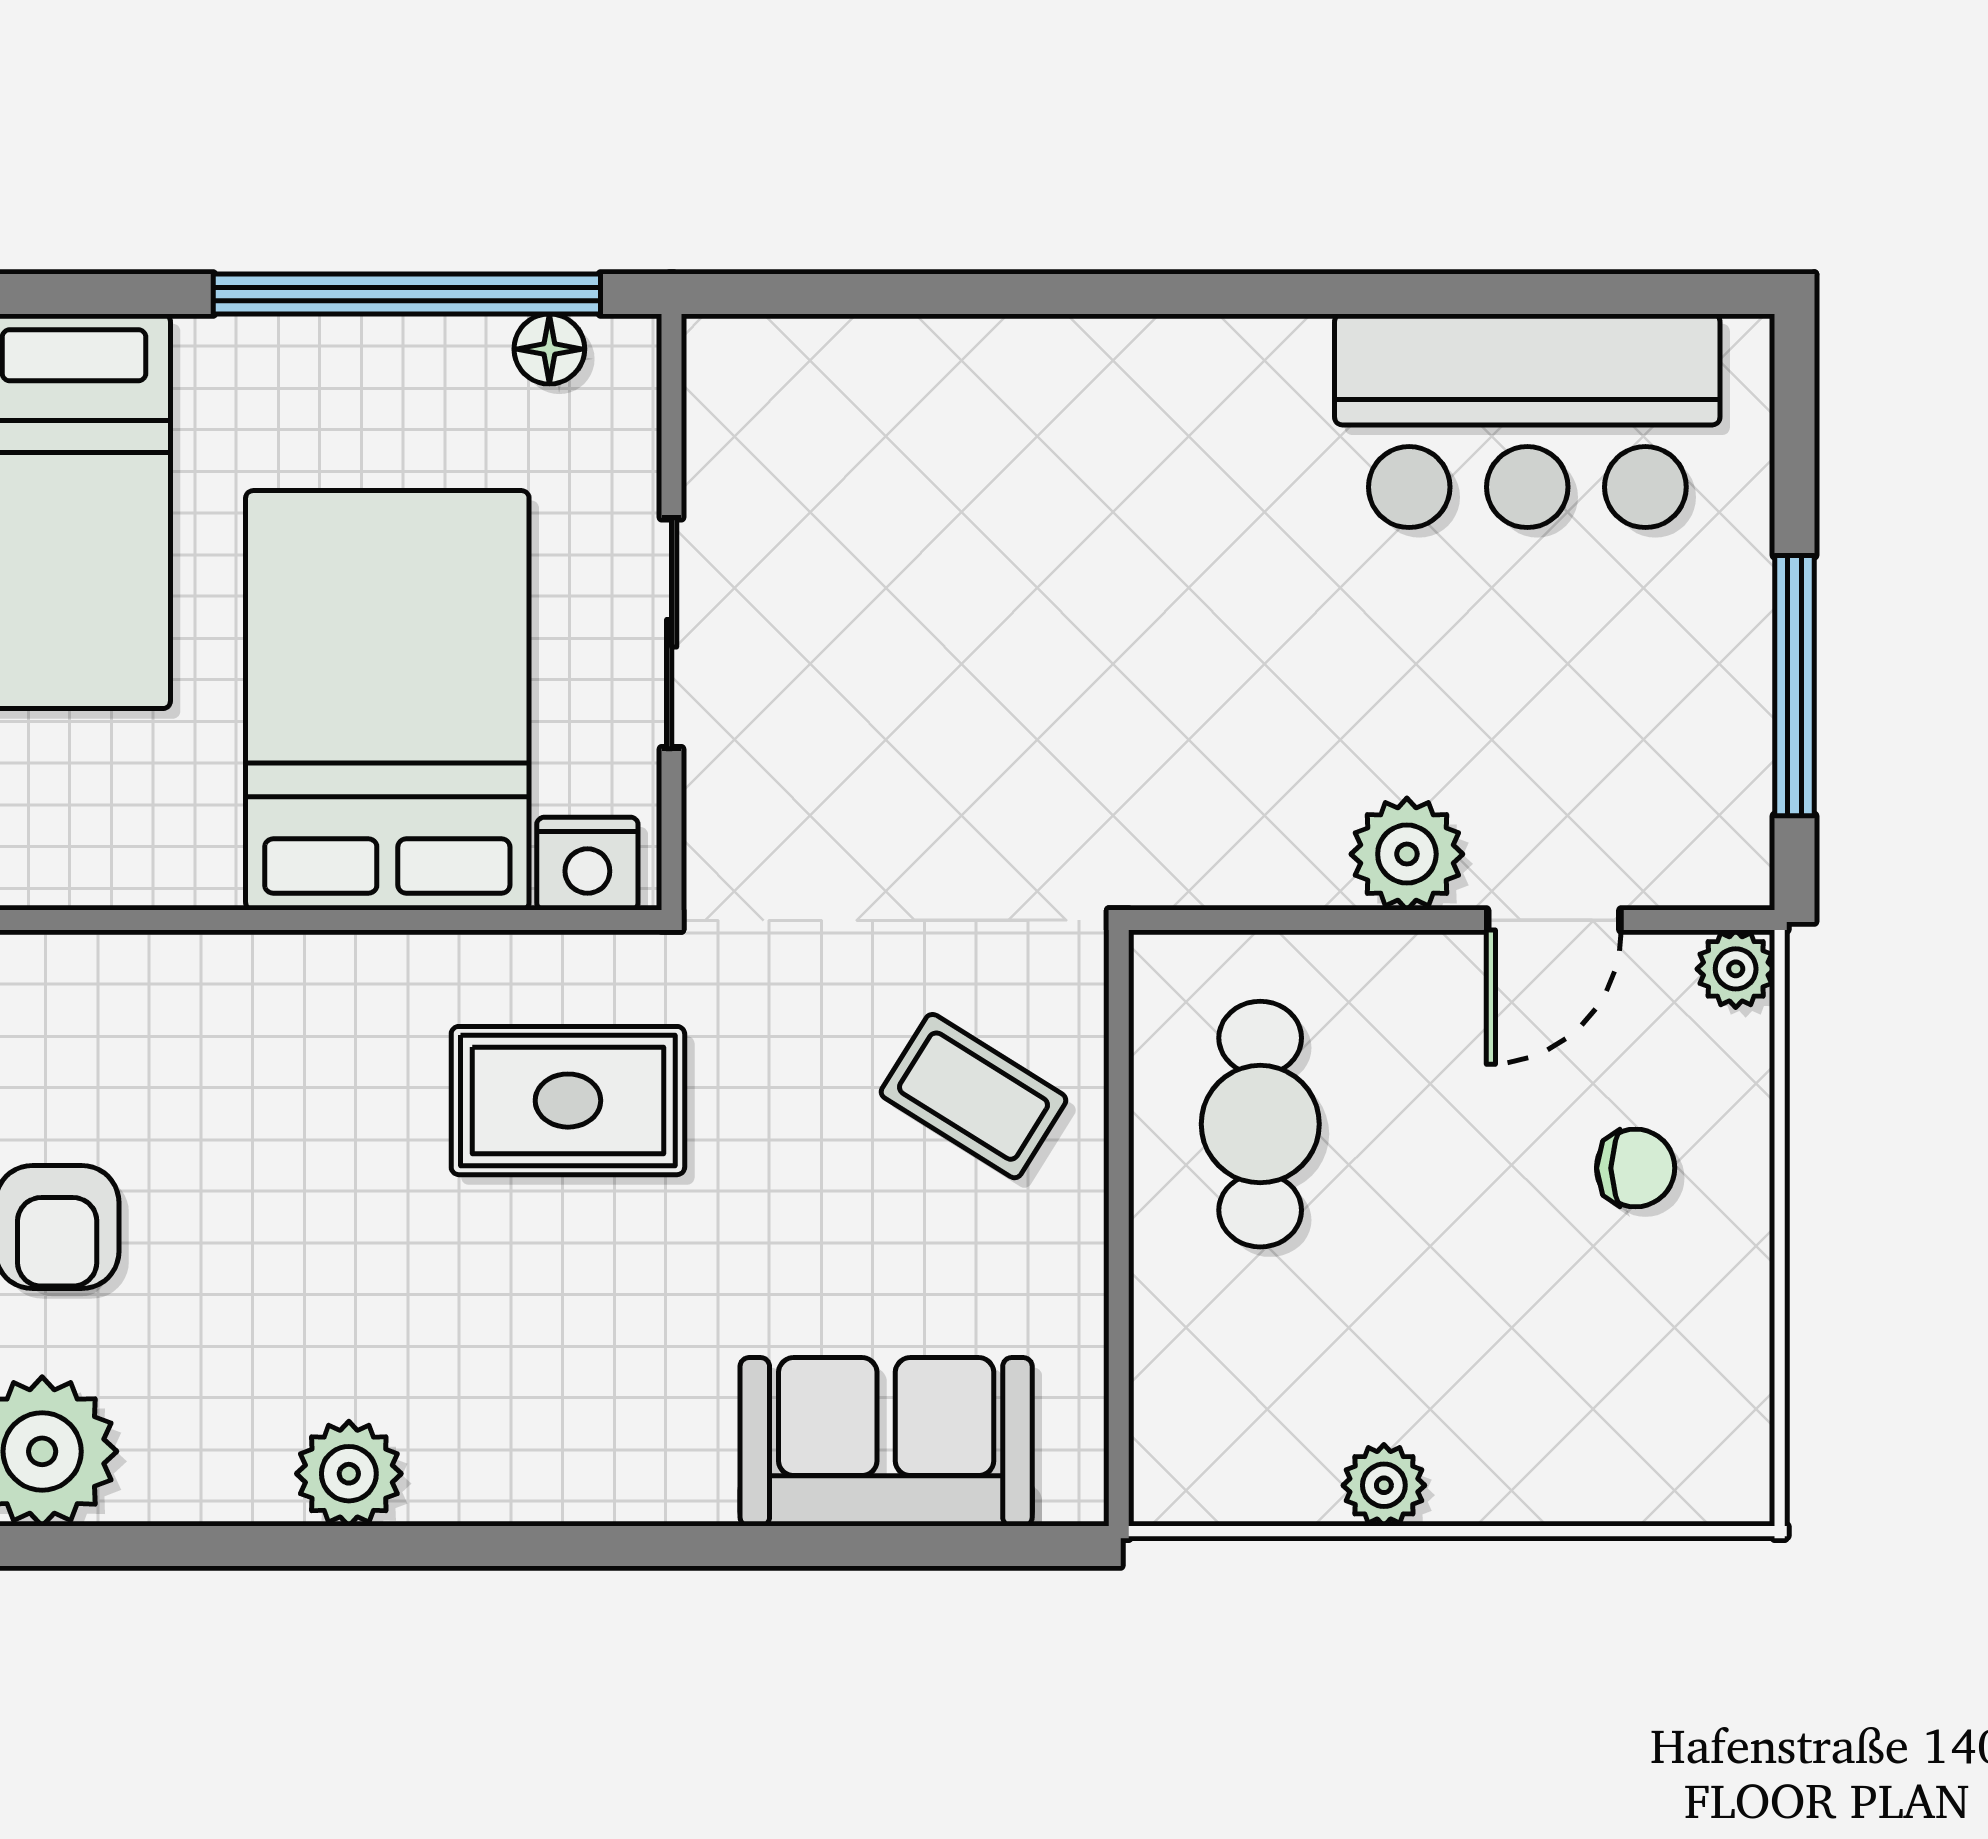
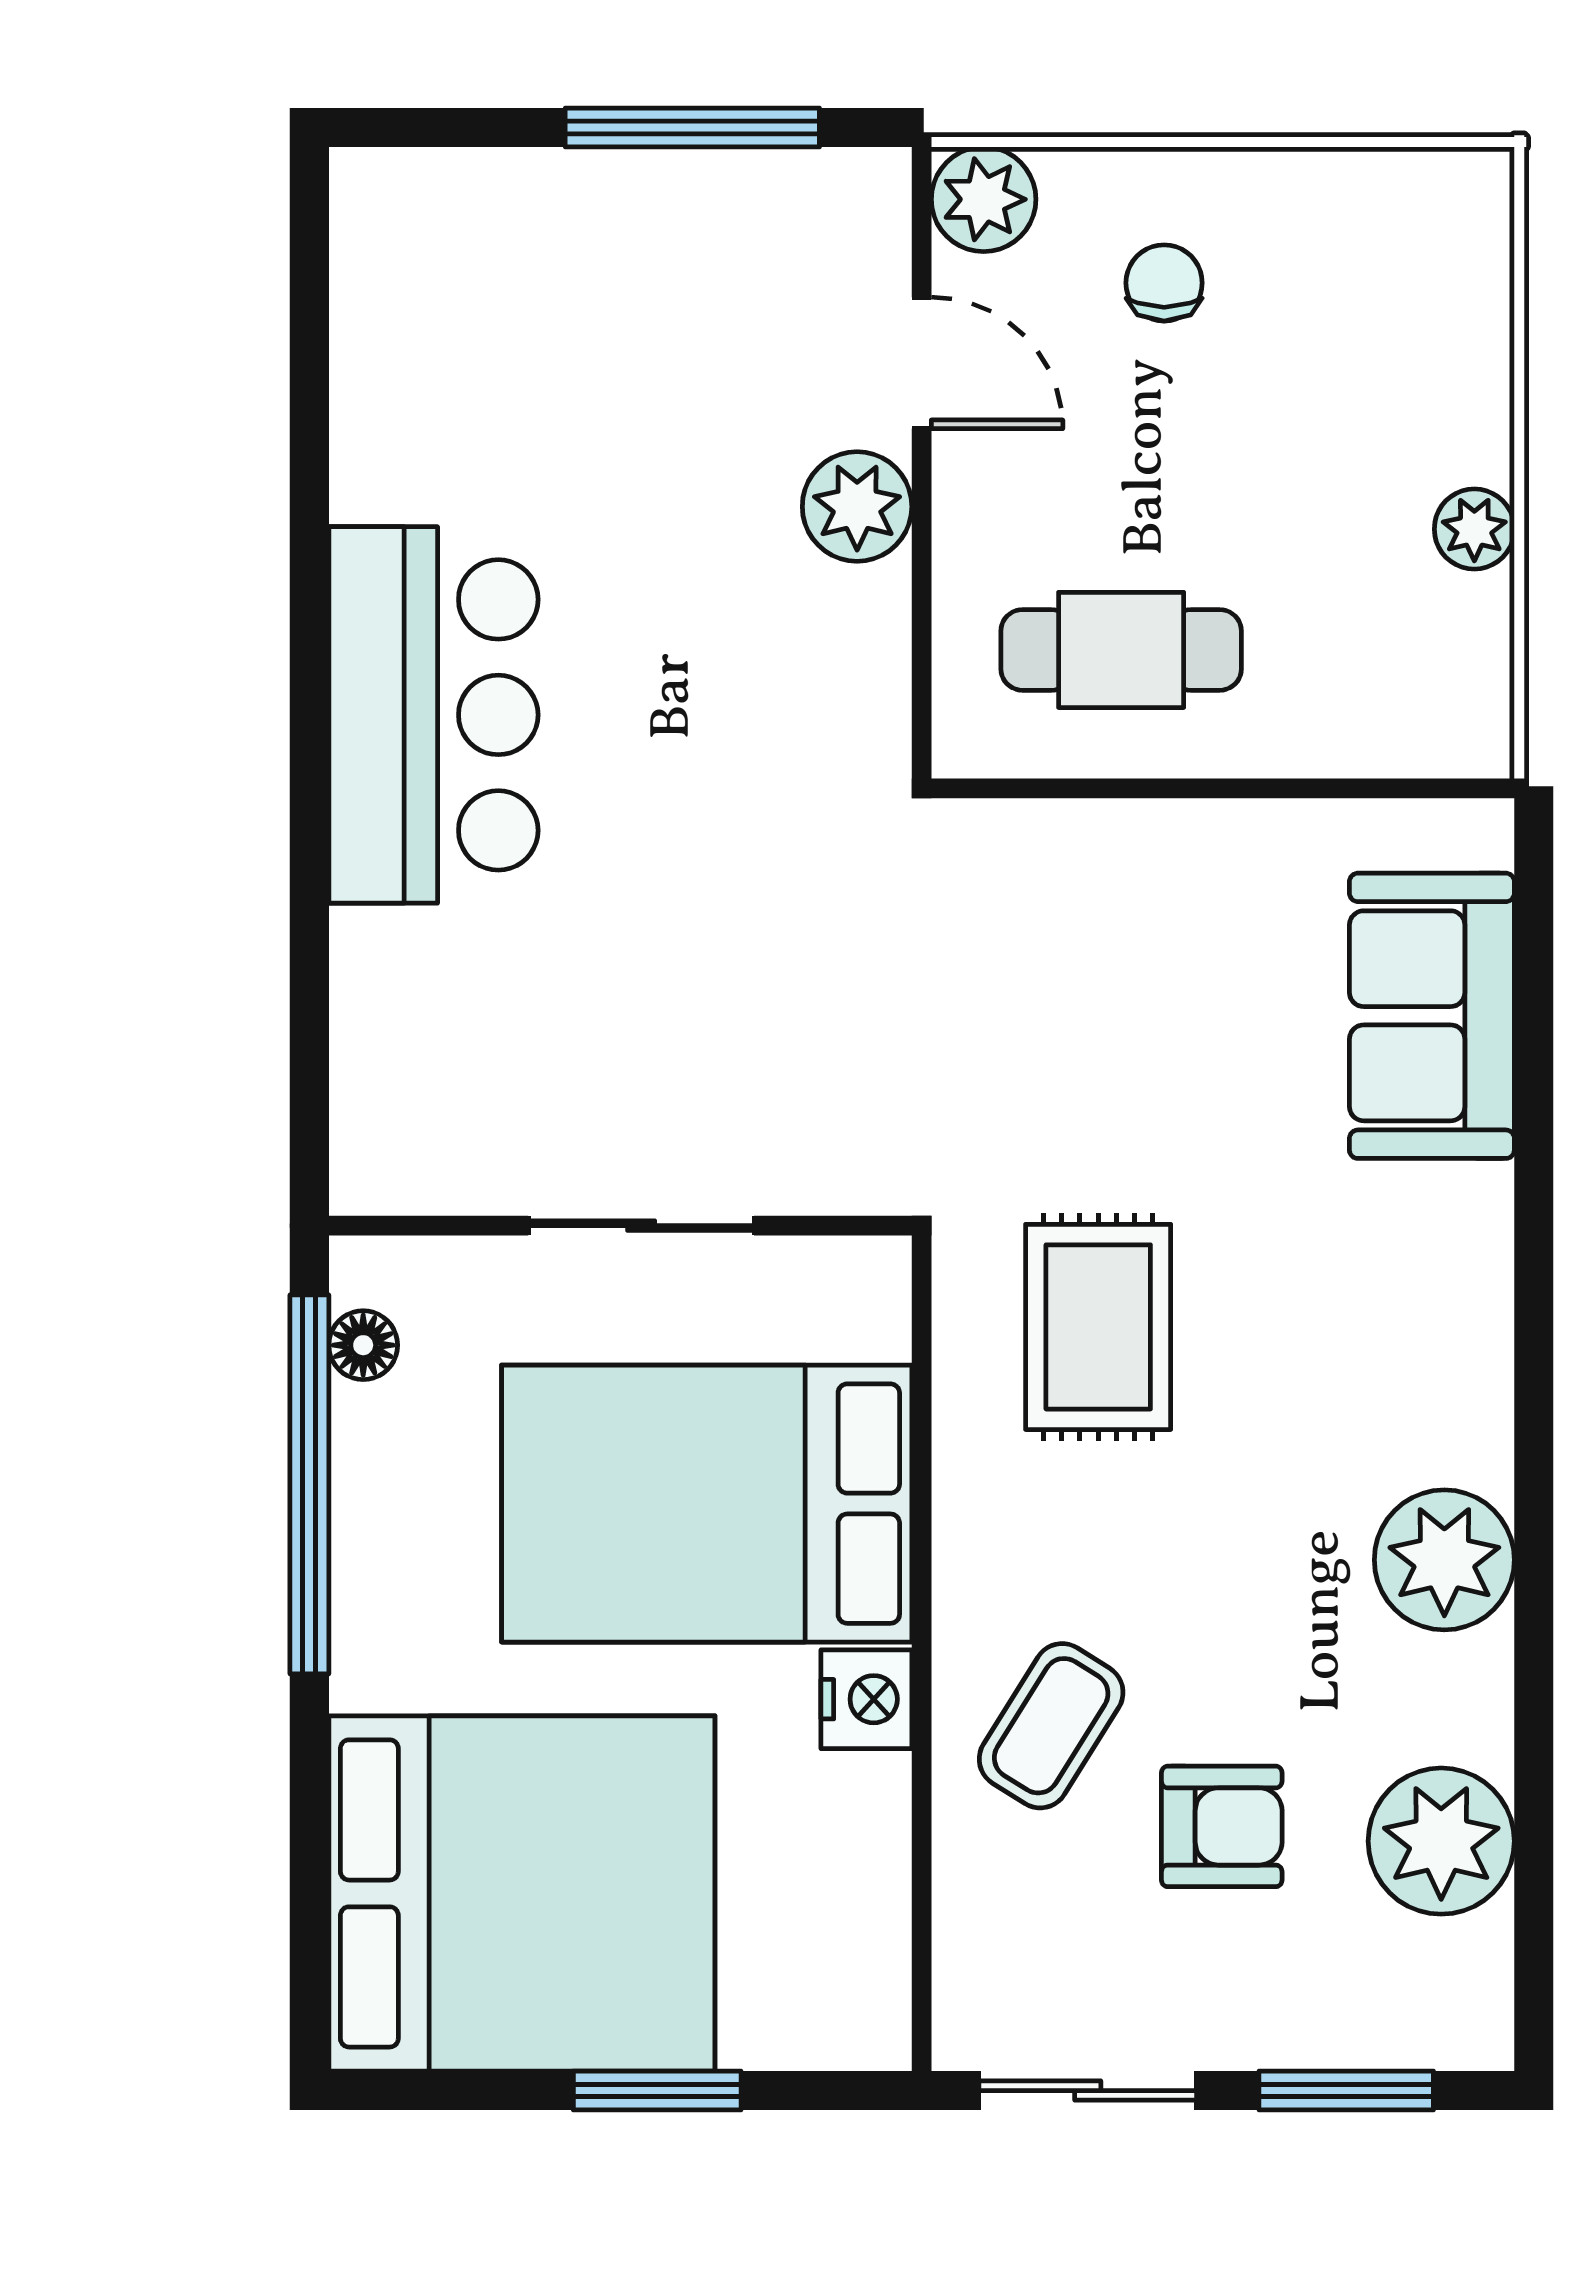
bar counter: (1527, 421) -> (433, 715), moved
nightstand: (587, 864) -> (866, 1699), moved
plant: (1736, 969) -> (984, 199), width x1.38, depth x1.38
coffee table: (973, 1096) -> (1051, 1726), moved
plant: (349, 1474) -> (1444, 1560), width x1.36, depth x1.36

